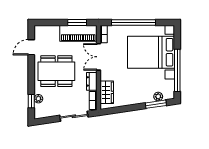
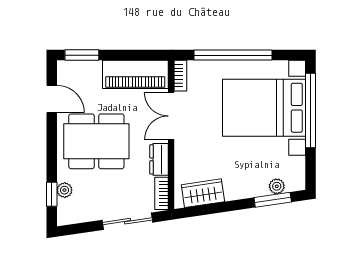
window: (77, 22) -> (82, 55), moved
door: (31, 47) -> (52, 99), swing flipped
window: (177, 70) -> (311, 111), moved
wardrobe: (107, 92) -> (203, 193), moved, turned -98

